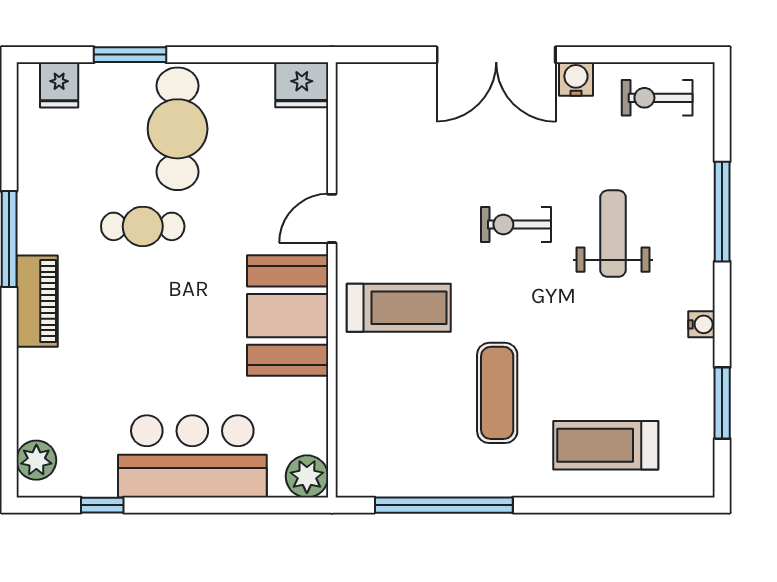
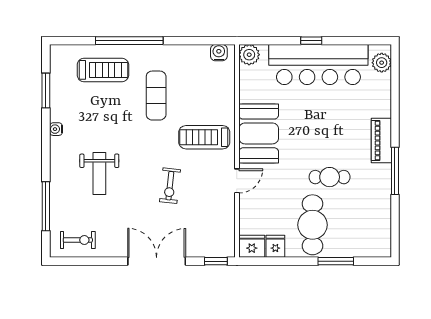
window: (375, 55) -> (216, 261), added
water cooler: (576, 79) -> (219, 53), moved, turned 180
fridge: (59, 85) -> (275, 246), moved
window: (722, 212) -> (46, 206), moved
exercise bike: (516, 224) -> (170, 186), moved, turned 96
bar counter: (192, 456) -> (318, 65), width x1.36
window: (102, 505) -> (311, 41), moved
window: (444, 505) -> (129, 41), moved

